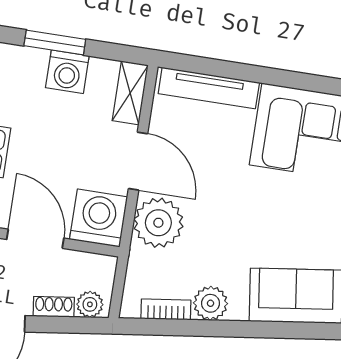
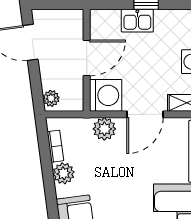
plant: (158, 223) -> (104, 129), width x0.73, depth x0.73
shoe rack: (54, 307) -> (46, 76), removed

